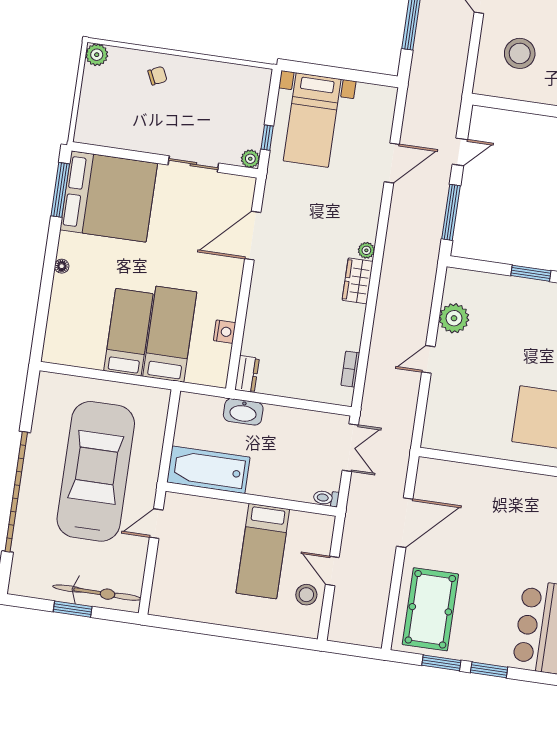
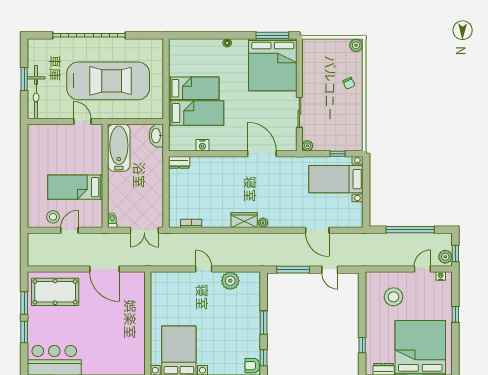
window: (267, 138) -> (337, 154), moved
washbasin: (243, 412) -> (156, 136), moved

